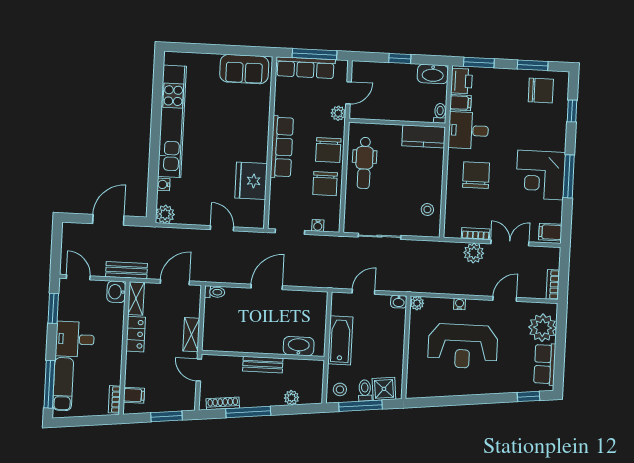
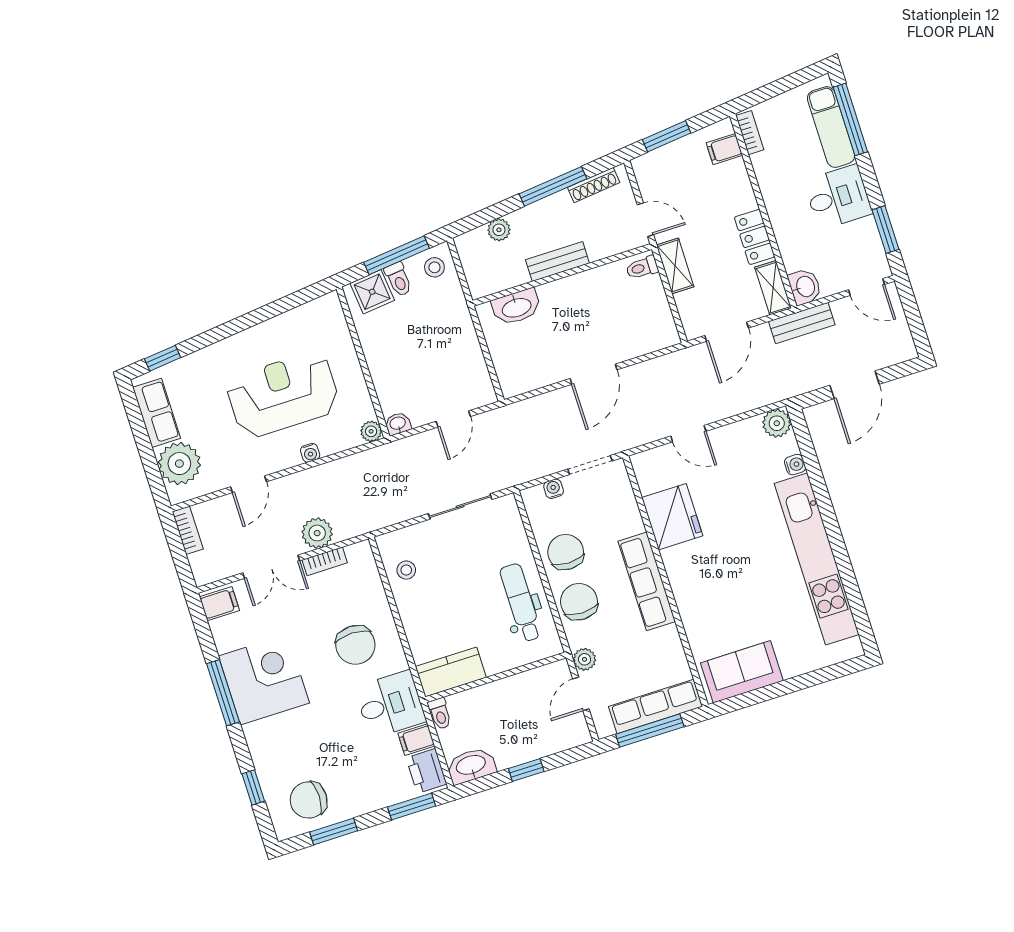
toilet: (215, 292) -> (642, 268), moved
bathtub: (340, 340) -> (460, 337), removed

